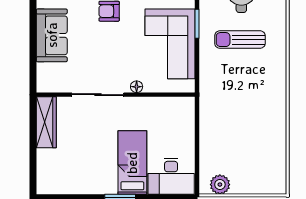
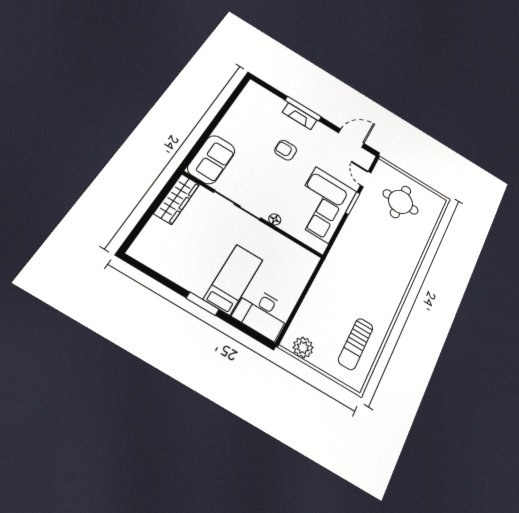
sofa: (52, 35) -> (211, 159), moved
sun lounger: (240, 40) -> (356, 344), moved, turned -90

